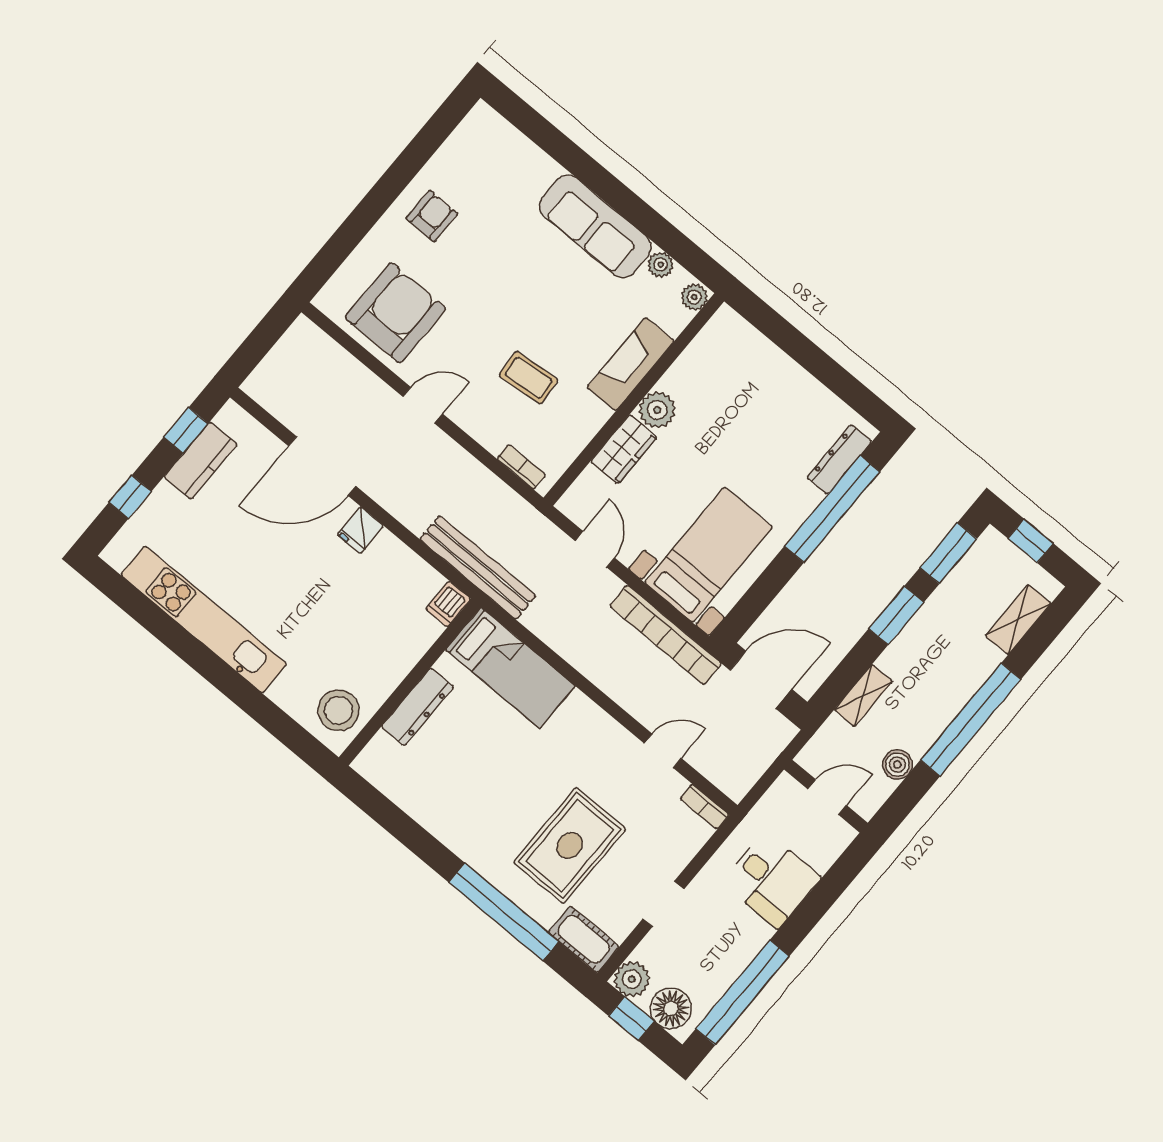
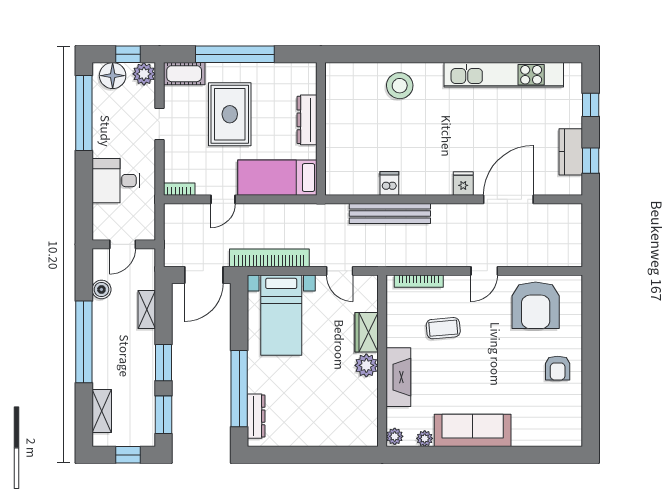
bookcase: (521, 467) -> (419, 281), width x1.56
bed: (510, 668) -> (277, 178), moved
wall: (410, 682) -> (321, 129), moved
dresser: (417, 707) -> (307, 120), moved

